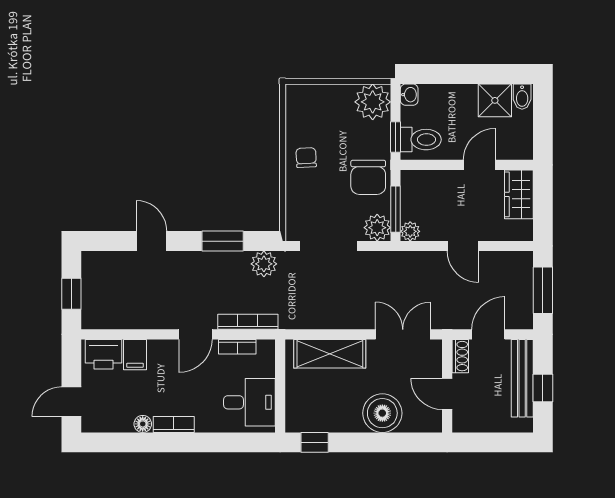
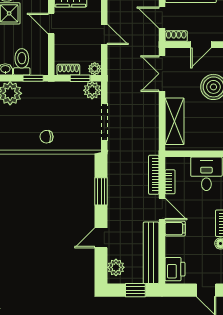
toilet: (421, 140) -> (22, 62), moved
chair: (368, 177) -> (59, 96), removed
shoe rack: (409, 191) -> (68, 70), added
window: (396, 209) -> (80, 78), width x0.67
door: (463, 246) -> (104, 34), hinge flipped
plant: (264, 264) -> (116, 267), moved
bench: (128, 318) -> (151, 253), added
filing cabinet: (135, 355) -> (175, 229), moved

